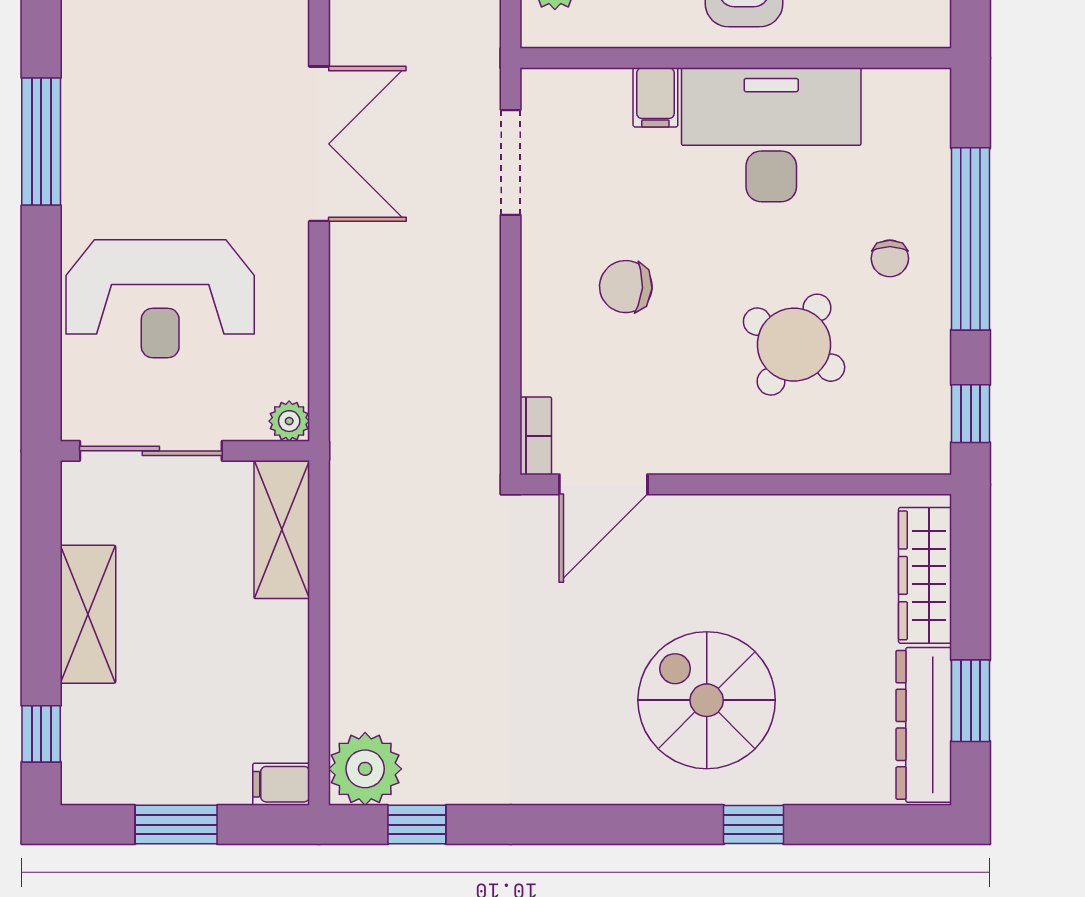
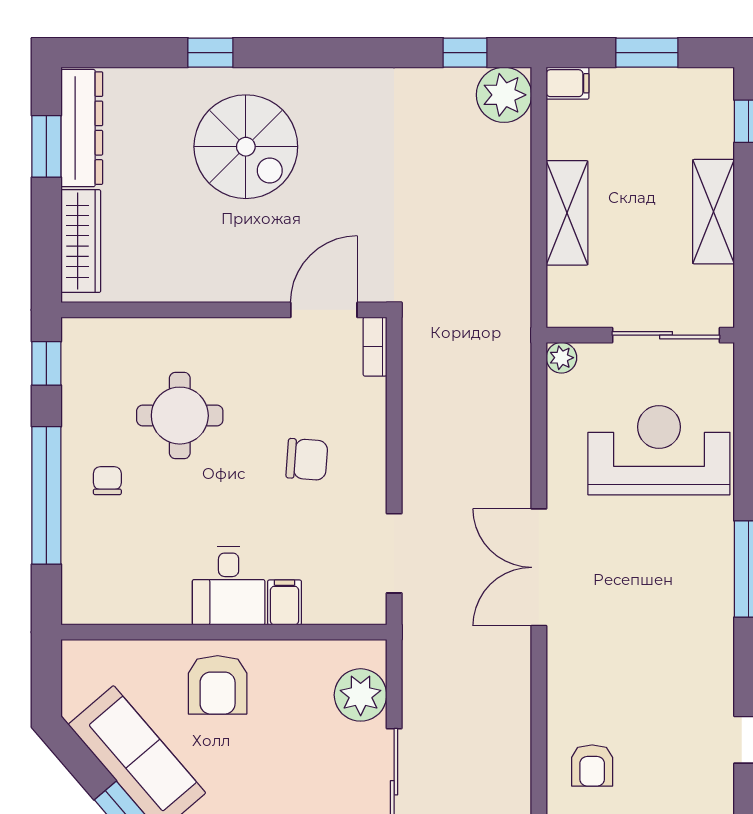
desk: (771, 135) -> (229, 586), width x0.53, depth x0.77
round table: (794, 345) -> (180, 416), turned -32
shelving: (282, 530) -> (567, 213), moved

